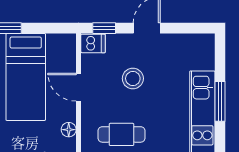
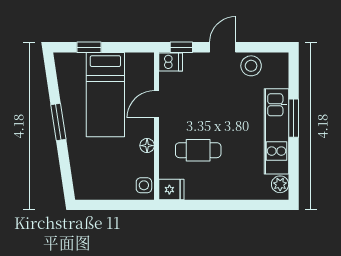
stool: (133, 78) -> (251, 66), moved
door: (79, 87) -> (157, 104), hinge flipped

